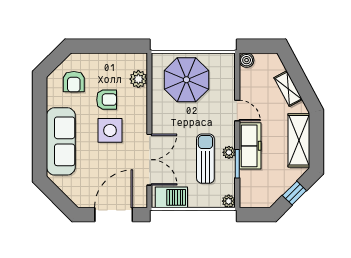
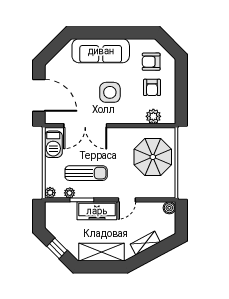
armchair: (107, 100) -> (152, 87), moved
plant: (229, 152) -> (70, 193), moved

